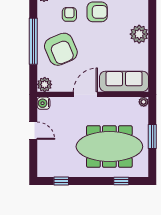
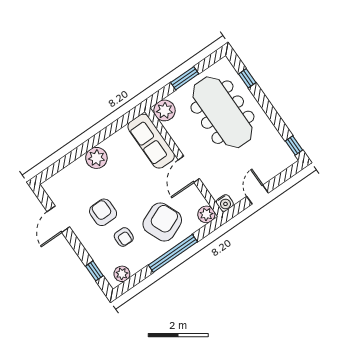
armchair: (69, 14) -> (124, 237), turned -90
door: (85, 94) -> (189, 169), hinge flipped
plant: (144, 102) -> (164, 110), width x1.87, depth x1.87
window: (61, 181) -> (294, 145), moved

